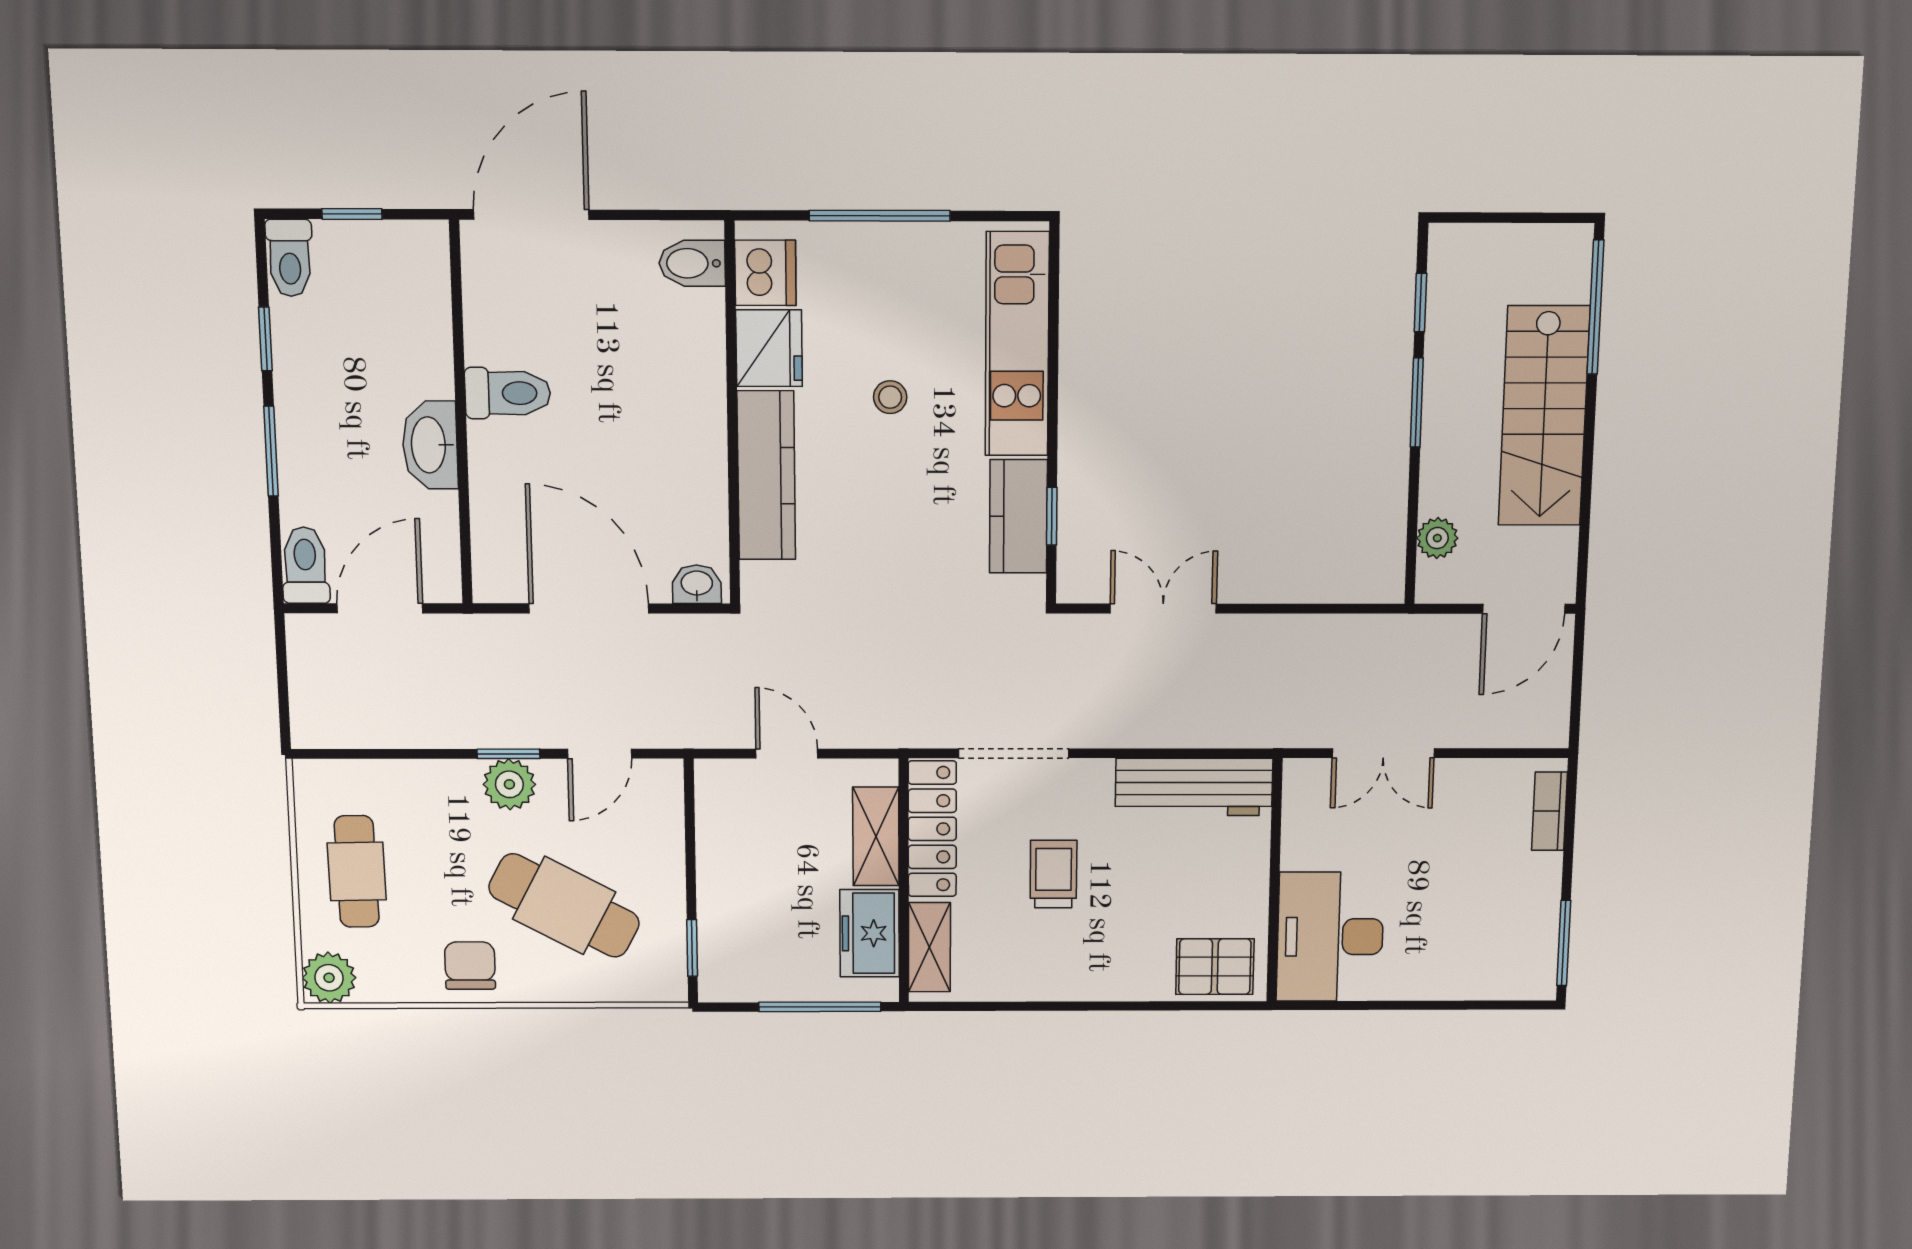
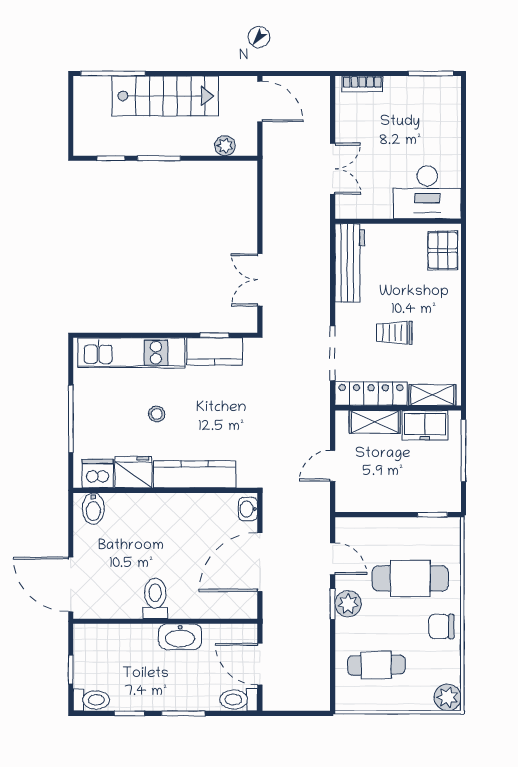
cafe table: (357, 871) -> (376, 665), moved
cafe table: (564, 905) -> (410, 578), turned 62

